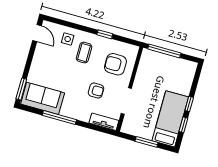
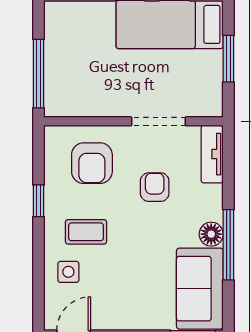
floor lamp: (67, 111) -> (211, 234), added

